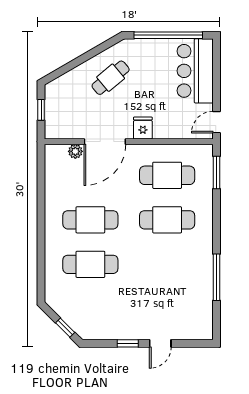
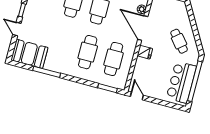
bar counter: (195, 71) -> (181, 82), moved, turned -90
booth: (195, 313) -> (29, 54), added

